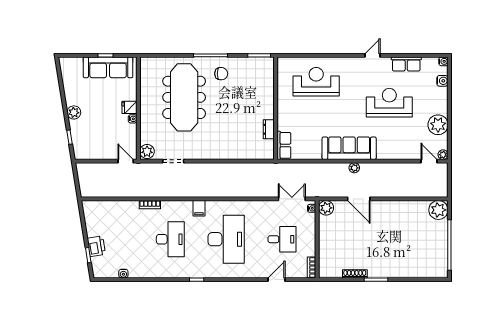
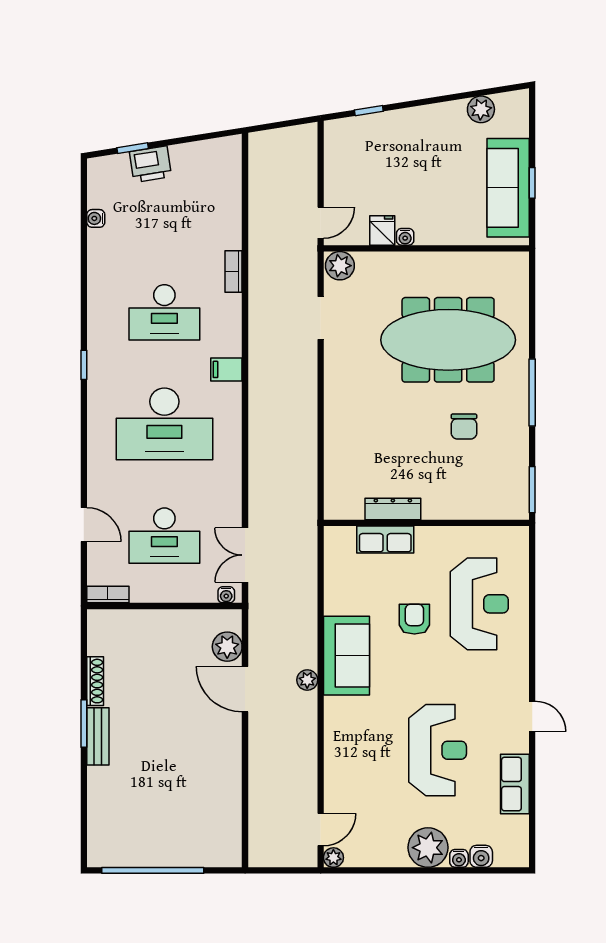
water cooler: (443, 61) -> (459, 858), moved
chair: (221, 74) -> (464, 427), moved
fridge: (129, 107) -> (382, 230), moved
plant: (74, 112) -> (481, 109), moved
armchair: (324, 114) -> (414, 619), added
plant: (438, 125) -> (428, 848), moved
dresser: (269, 129) -> (393, 509), width x1.44
row of seats: (284, 145) -> (385, 539), moved
sofa: (349, 148) -> (346, 656), width x0.73
double door: (292, 199) -> (245, 555), swing flipped
door: (359, 199) -> (245, 689), hinge flipped
plant: (326, 208) -> (227, 647), moved
plant: (438, 210) -> (223, 848), removed
desk: (282, 239) -> (164, 536), width x1.37
bench: (382, 273) -> (98, 736), added

